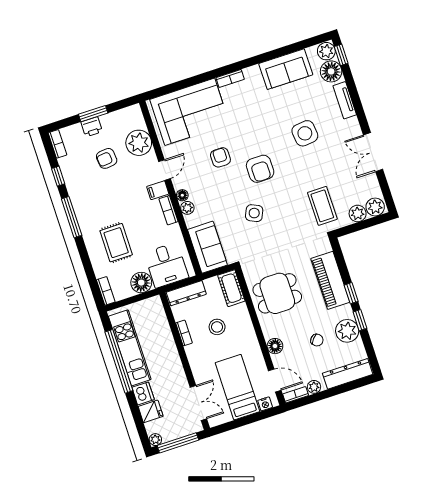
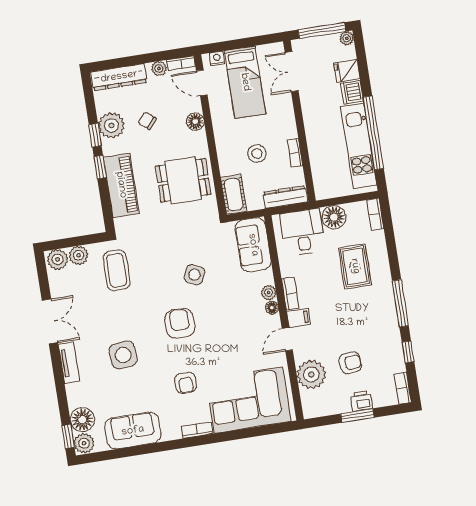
tv unit: (345, 100) -> (69, 363), moved
armchair: (220, 157) -> (186, 383), moved

